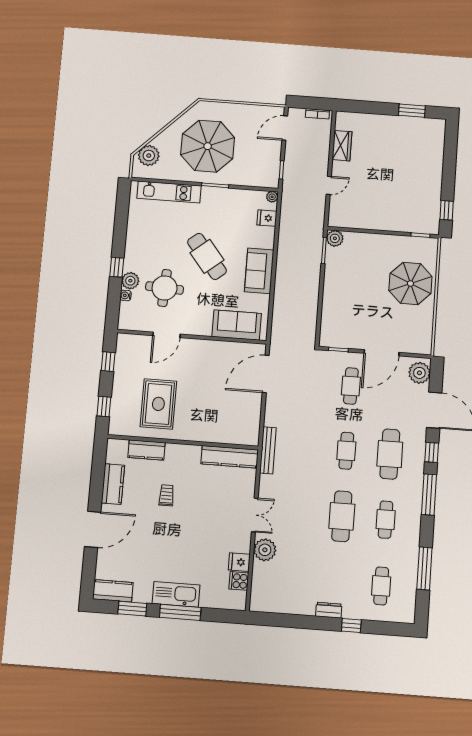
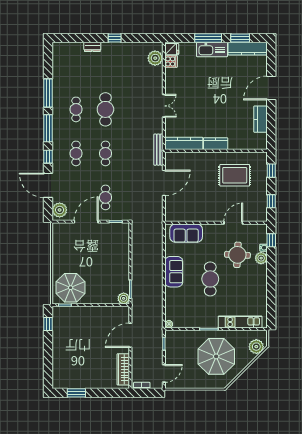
wardrobe: (342, 146) -> (123, 369), width x1.50
door: (329, 185) -> (130, 335), width x1.87
fridge: (267, 218) -> (171, 309), removed
cafe table: (207, 256) -> (210, 279), turned 39
window: (117, 267) -> (271, 240), moved
parasol: (410, 283) -> (71, 288), moved
door: (266, 374) -> (164, 183), moved
rug: (158, 404) -> (235, 175), turned 90
kitchen counter: (147, 450) -> (216, 144), moved
cafe table: (390, 454) -> (76, 153), width x0.73, depth x0.74
trolley: (166, 495) -> (224, 114), removed
double door: (255, 515) -> (164, 106), swing flipped
plant: (265, 550) -> (155, 58), moved
fridge: (239, 562) -> (172, 49), moved
window: (424, 568) -> (48, 93), moved
cafe table: (381, 586) -> (76, 65), removed
kitchen counter: (113, 591) -> (248, 49), width x1.50
dresser: (329, 610) -> (92, 47), moved
window: (351, 626) -> (115, 38), moved

